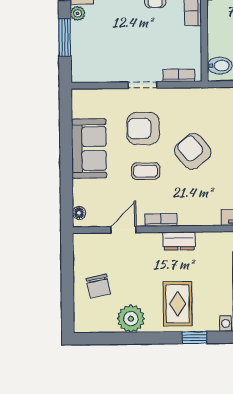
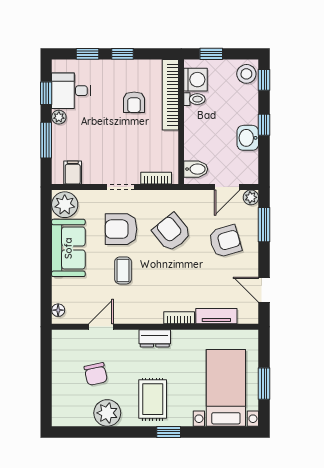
filing cabinet: (93, 71) -> (73, 173), added
plant: (85, 104) -> (65, 205), added
armchair: (193, 151) -> (172, 232), moved
coffee table: (146, 171) -> (123, 270), turned 90
bookcase: (161, 220) -> (179, 318), moved
chair: (98, 286) -> (96, 374), moved

